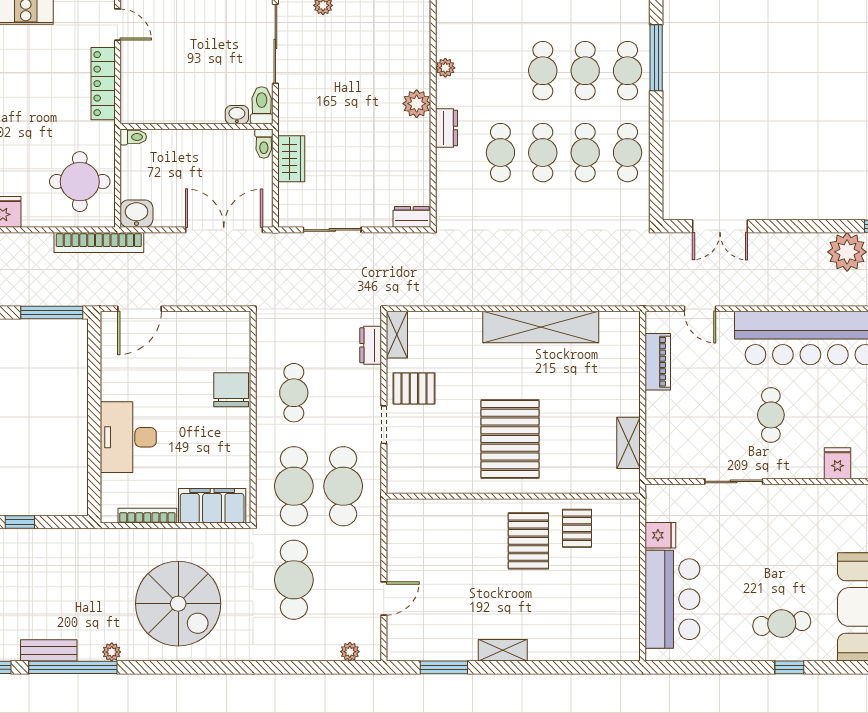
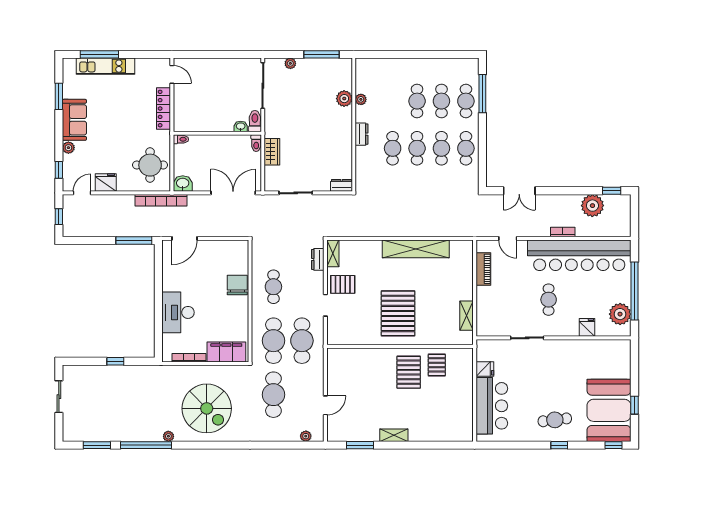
plant: (417, 104) -> (344, 99), moved
bookcase: (795, 298) -> (563, 232), added
bench: (49, 650) -> (132, 435), removed

